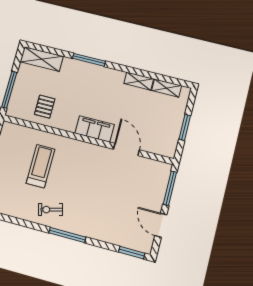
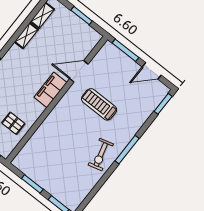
treadmill: (41, 166) -> (99, 104), moved
exercise bike: (51, 210) -> (101, 155), width x1.38, depth x1.39

